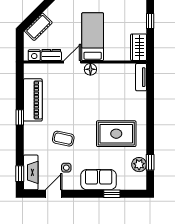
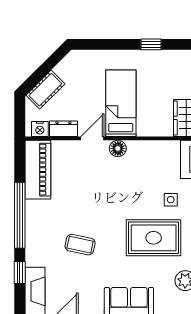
piano: (33, 100) -> (38, 170), moved
window: (20, 117) -> (20, 215), width x3.17
side table: (66, 168) -> (171, 200), moved
window: (20, 174) -> (20, 272), moved

